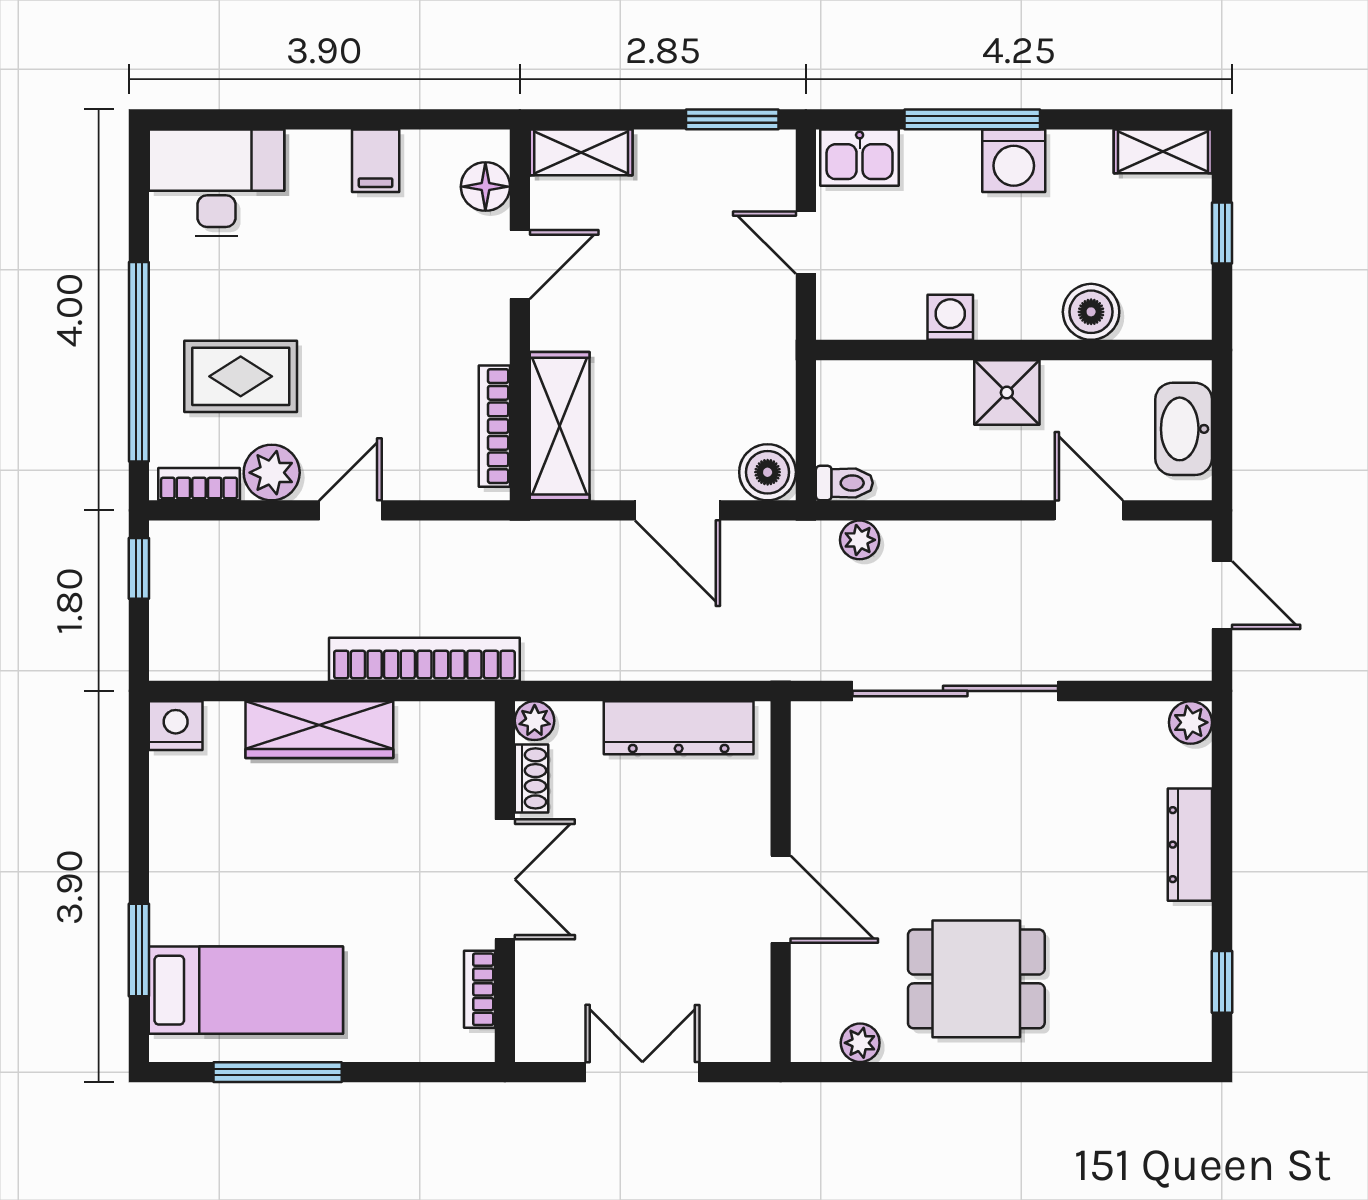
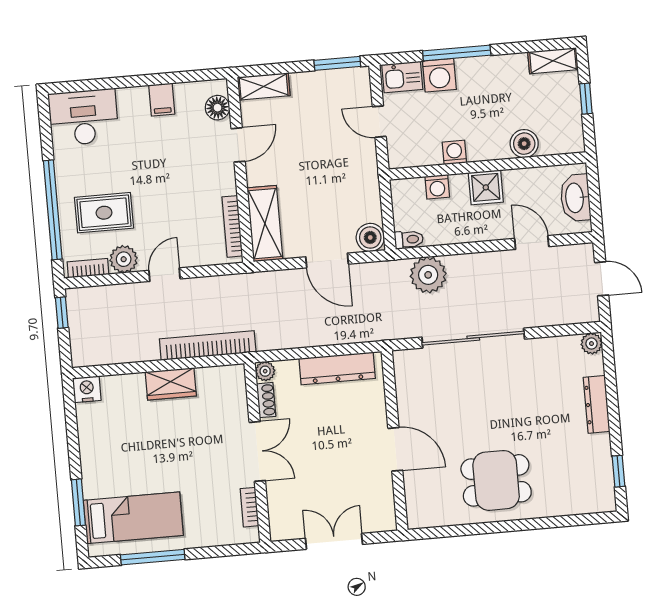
washing machine: (1014, 161) -> (439, 75), moved
washing machine: (910, 383) -> (437, 187), added
plant: (860, 540) -> (428, 275), width x1.88, depth x1.88
wardrobe: (319, 730) -> (171, 384), width x0.67
plant: (860, 1043) -> (441, 517), removed

